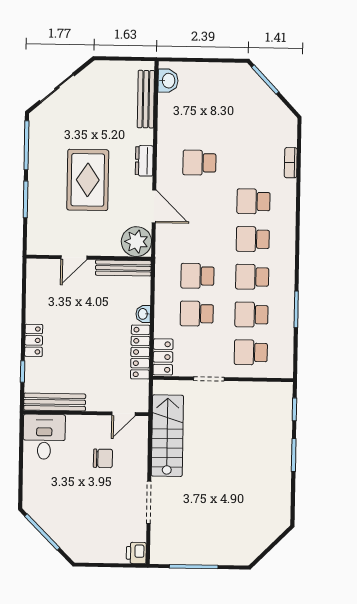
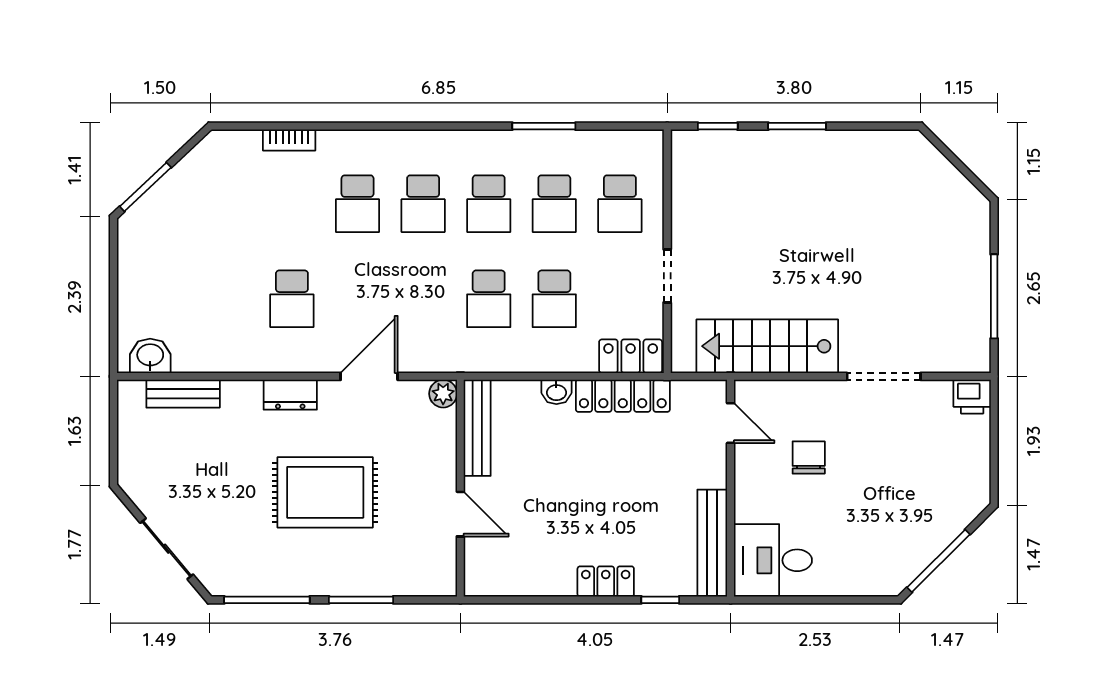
bench: (146, 99) -> (183, 394), width x0.73
plant: (136, 242) -> (443, 394), width x0.53, depth x0.53

